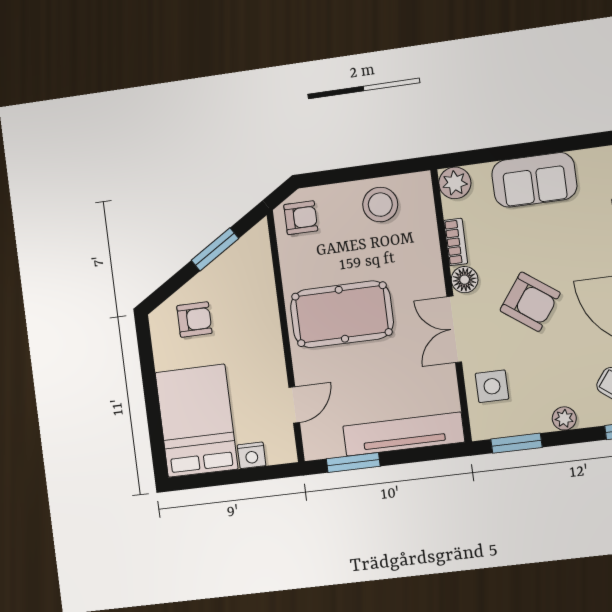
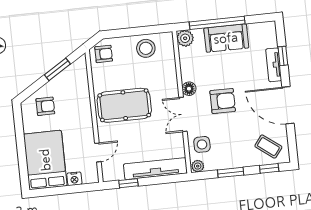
window: (516, 151) -> (217, 23), added
bookcase: (456, 242) -> (185, 69), removed
armchair: (530, 302) -> (223, 101), turned -36
plant: (564, 418) -> (198, 166), moved
window: (516, 443) -> (231, 172), moved
window: (353, 463) -> (128, 183), width x0.67

